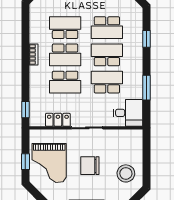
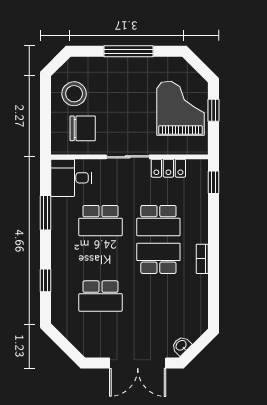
school desk: (65, 28) -> (158, 296), removed
school desk: (107, 28) -> (100, 296), turned 180
school desk: (107, 55) -> (100, 258), removed
school desk: (65, 82) -> (158, 221), turned 180
chair: (90, 166) -> (83, 128), moved

